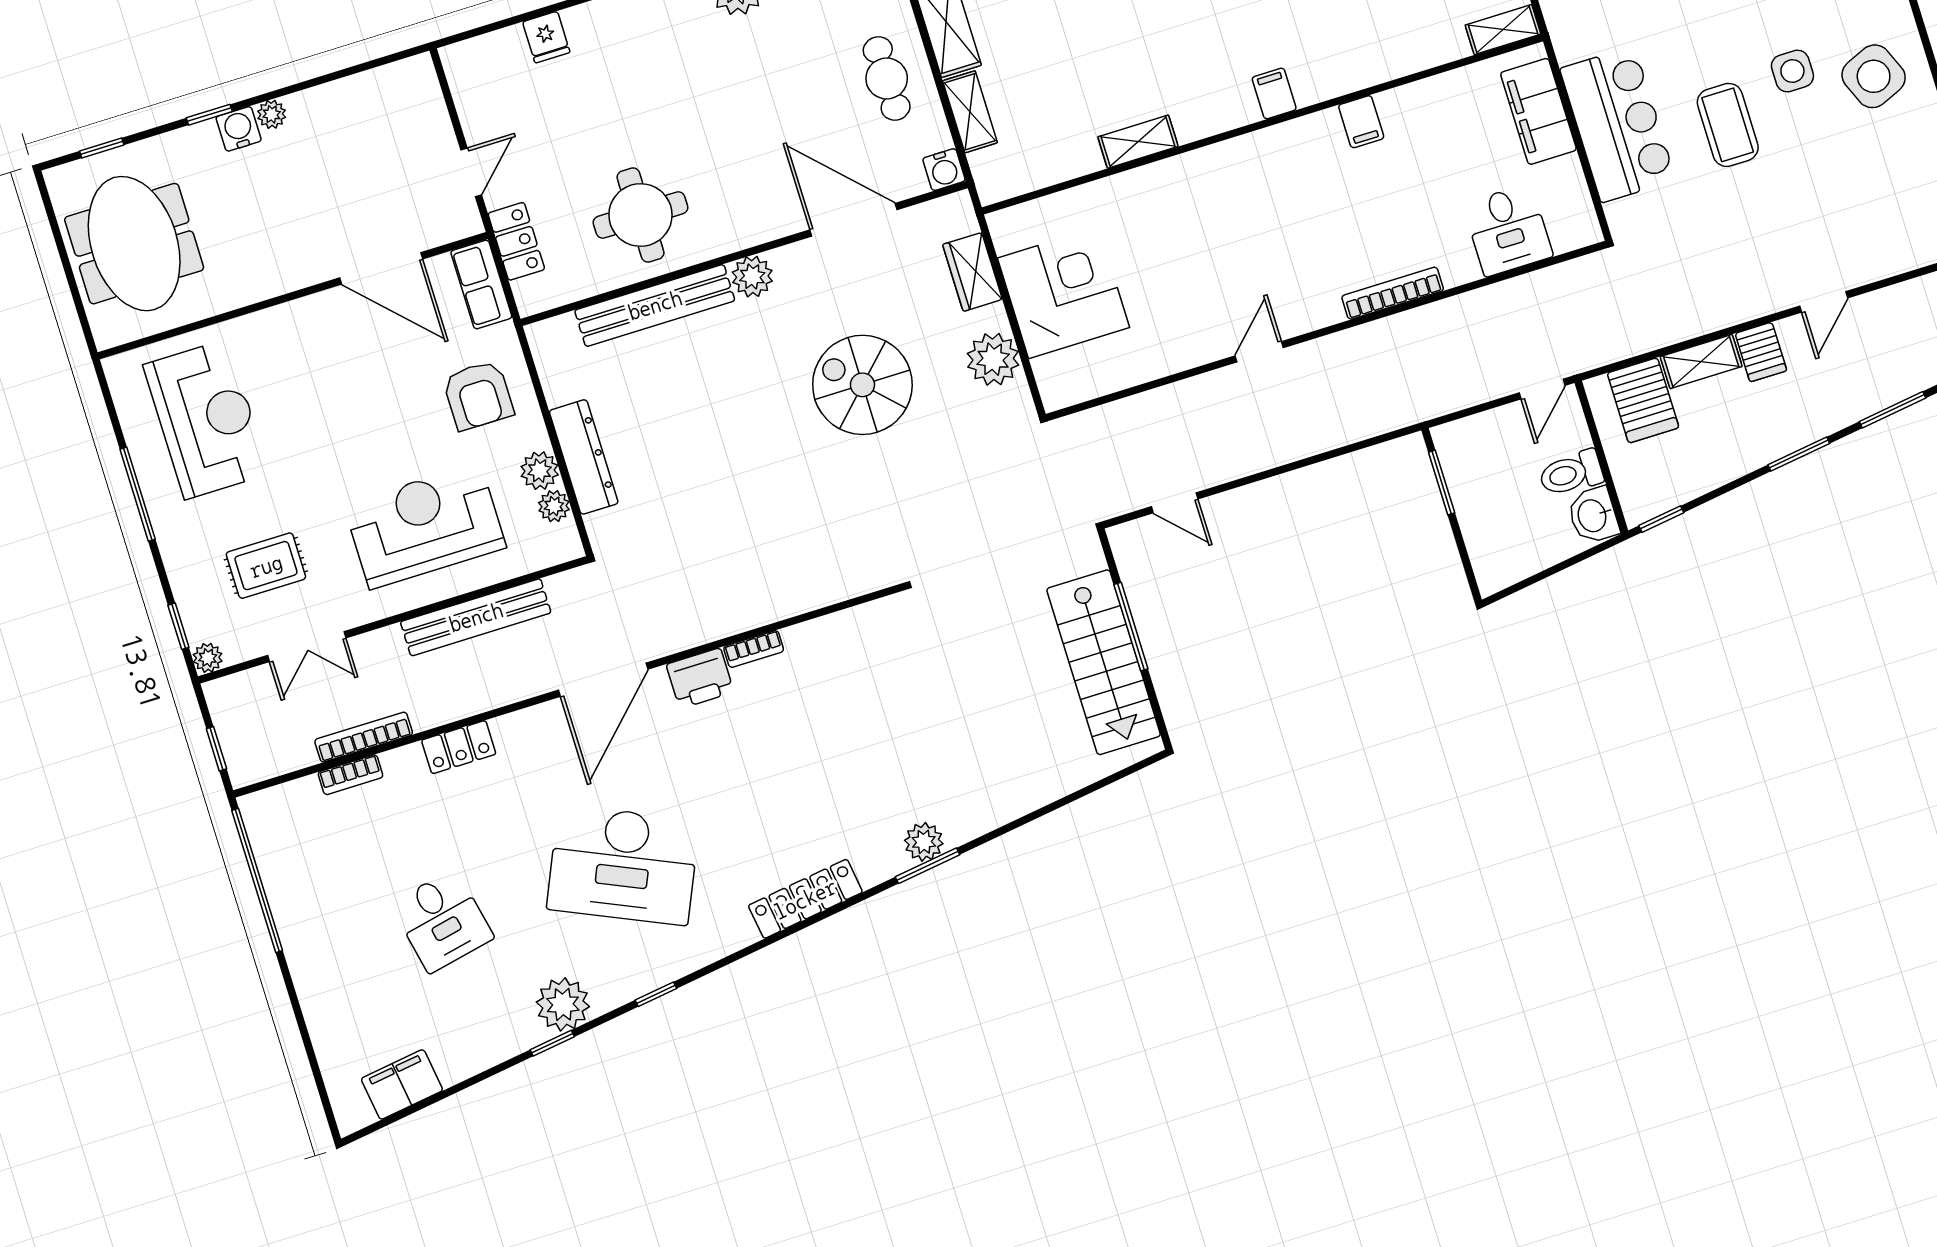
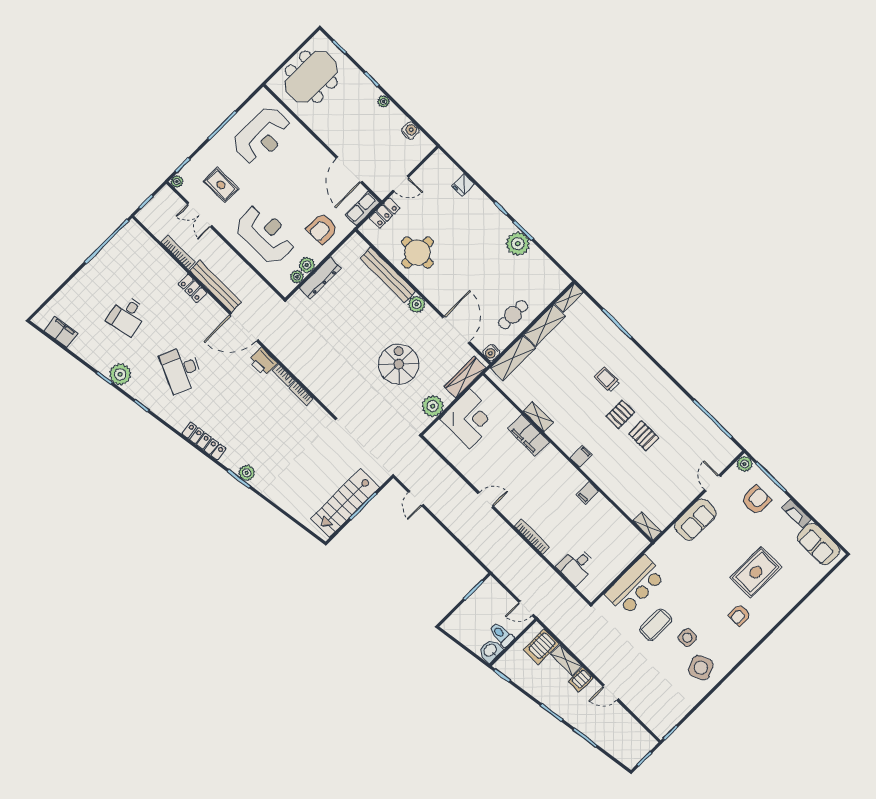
filing cabinet: (1538, 111) -> (529, 435), moved, turned -90
shelving: (970, 112) -> (513, 358), width x1.50, depth x1.33
water cooler: (239, 129) -> (410, 131), moved
wardrobe: (972, 272) -> (465, 377), width x1.50
bench: (476, 617) -> (215, 286), moved
bookcase: (350, 775) -> (301, 393), moved
desk: (623, 865) -> (182, 369), width x0.73, depth x0.77

